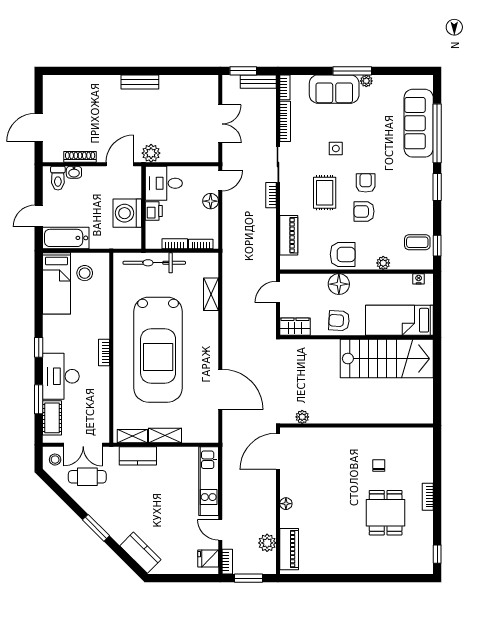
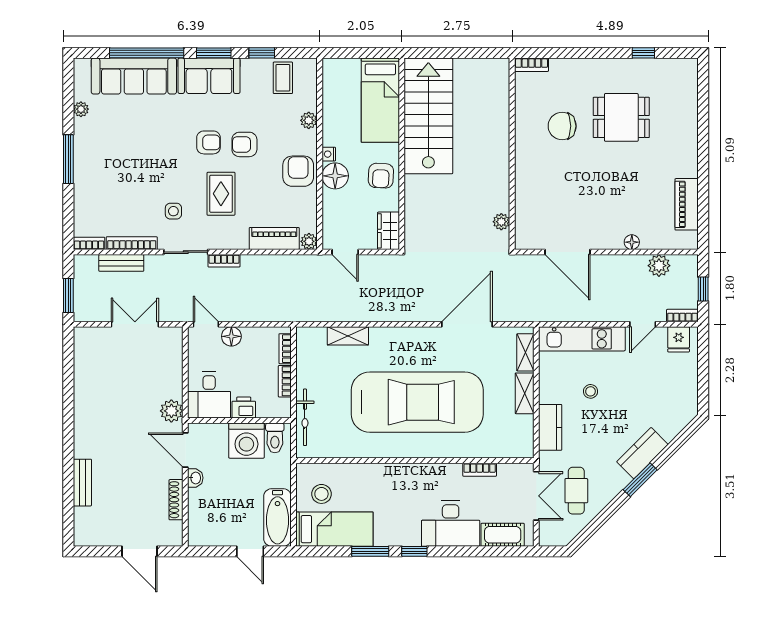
plant: (366, 81) -> (81, 109), moved
bench: (140, 82) -> (82, 483), moved
bench: (258, 82) -> (121, 263), moved, turned 90
sofa: (334, 89) -> (209, 76), moved, turned 90
side table: (336, 149) -> (173, 211), moved
washbasin: (74, 172) -> (195, 478), moved
toilet: (58, 178) -> (275, 438), moved, turned 90
armchair: (366, 183) -> (209, 142), turned 180
rug: (325, 193) -> (221, 194), turned 90
armchair: (364, 211) -> (244, 144), turned 90
window: (437, 246) -> (262, 53), moved
bicycle: (154, 263) -> (305, 417), width x0.73, depth x0.71
plant: (286, 263) -> (309, 241), added
nightstand: (419, 279) -> (329, 154), moved
bookcase: (104, 352) -> (480, 470), moved
window: (39, 399) -> (370, 551), moved
shelving: (132, 436) -> (525, 352), moved
door: (278, 451) -> (568, 252), moved
stool: (55, 460) -> (591, 391), moved
chair: (379, 465) -> (562, 126), width x1.87, depth x1.87
bookcase: (428, 497) -> (531, 65), moved
floor lamp: (286, 504) -> (632, 242), moved
piano: (289, 549) -> (687, 204), moved, turned -90
kitchen counter: (140, 553) -> (642, 453), moved
window: (437, 554) -> (643, 53), moved
window: (248, 578) -> (703, 289), width x0.67

